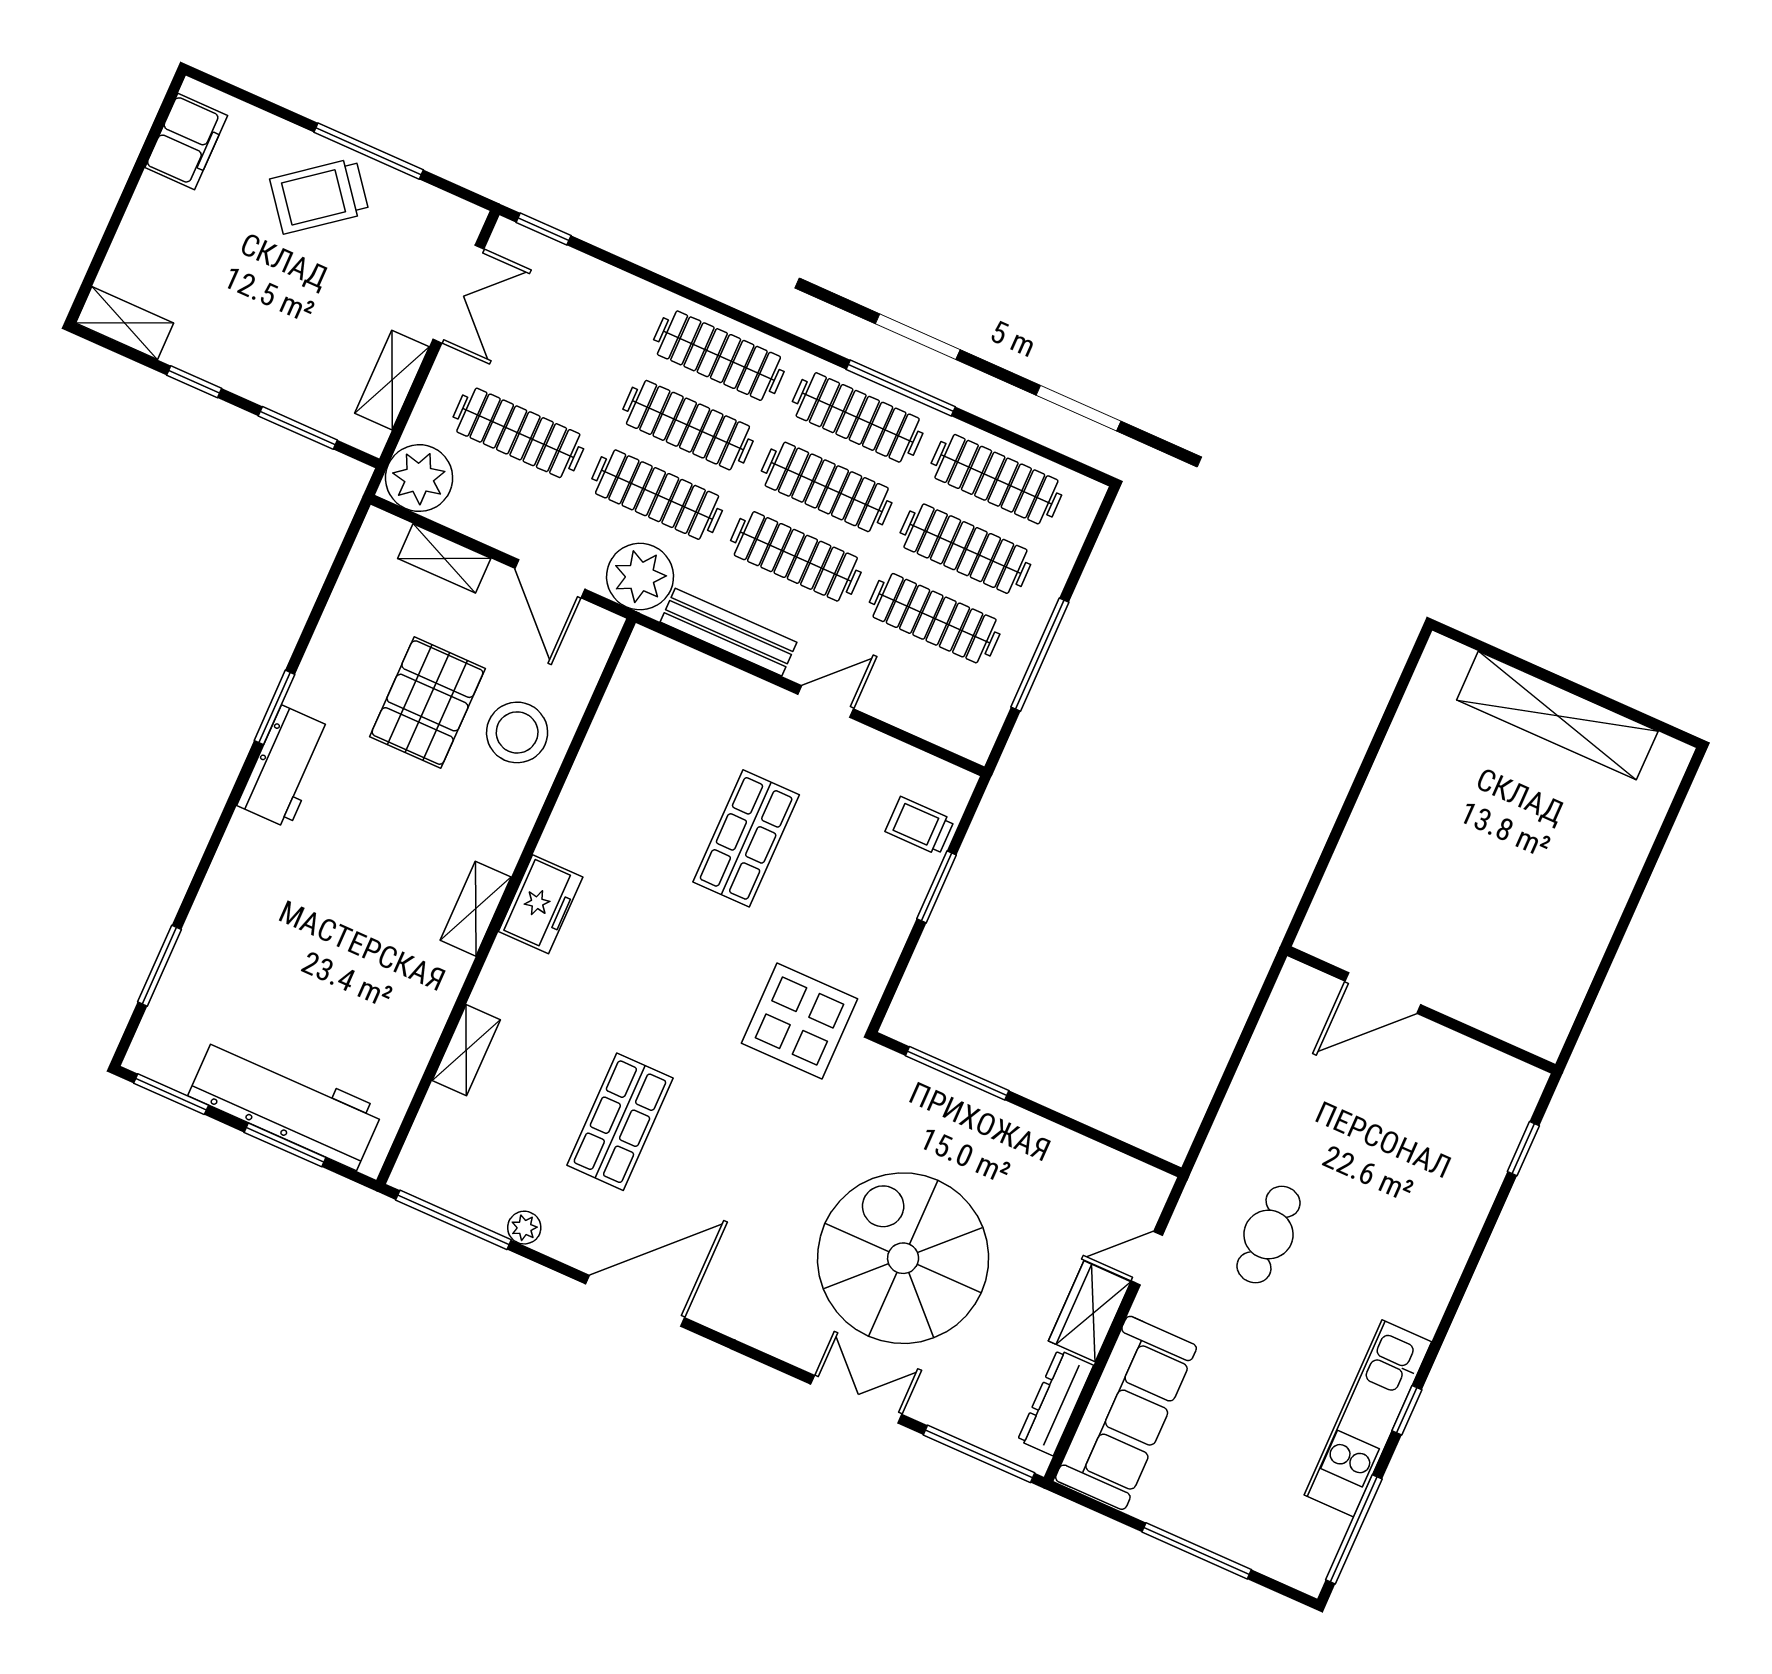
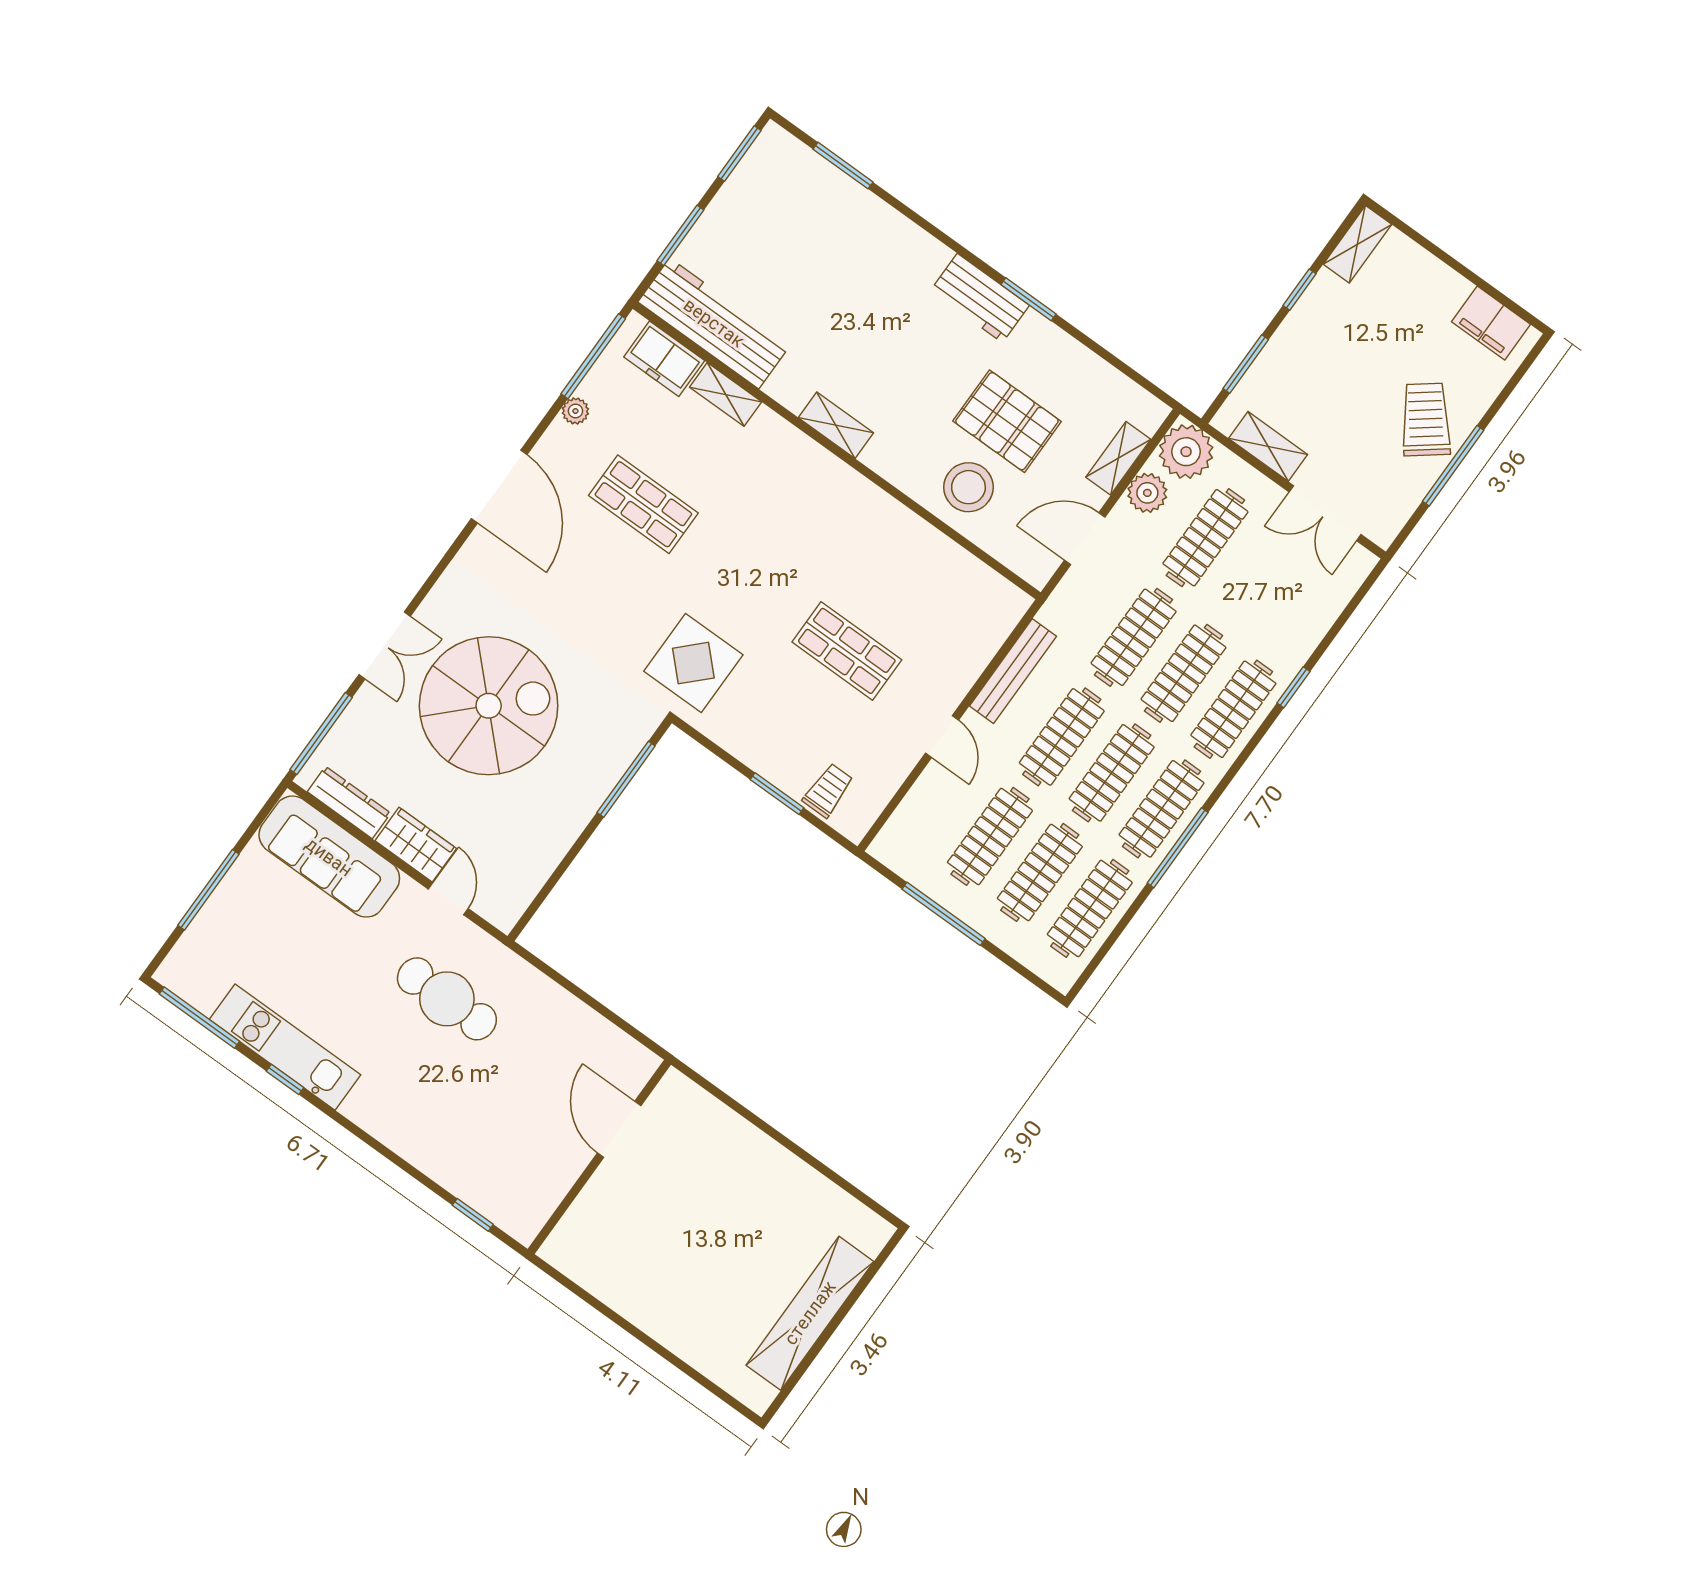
window: (544, 229) -> (1293, 687), moved
plant: (640, 577) -> (1147, 493), moved, width x0.73, depth x0.73
freezer: (541, 904) -> (664, 359), moved
workbench: (286, 1103) -> (714, 323), moved, turned -90
cafe table: (1269, 1235) -> (447, 999), width x1.37, depth x1.35

